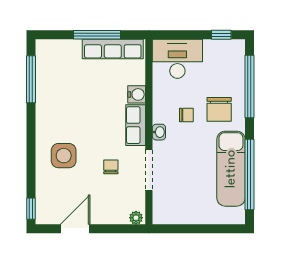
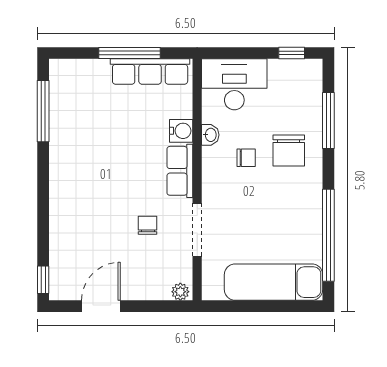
window: (249, 86) -> (328, 120), width x0.68
washbasin: (159, 132) -> (210, 135), moved
side table: (64, 156) -> (86, 211), removed
exam couch: (231, 169) -> (274, 282), moved, turned 90

